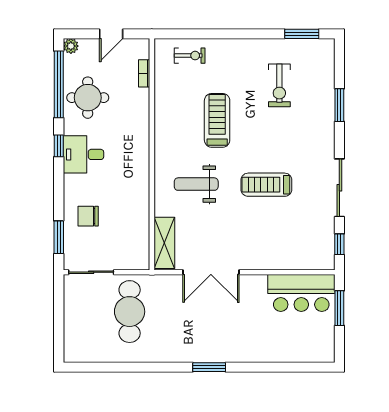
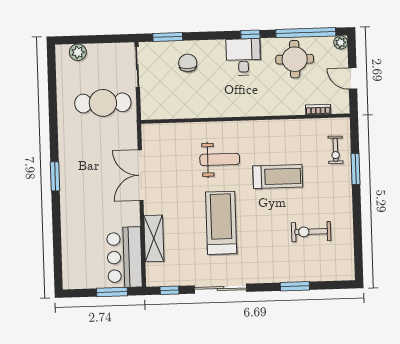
window: (302, 34) -> (356, 169), moved
weight bench: (196, 184) -> (220, 159), turned 90
treadmill: (266, 185) -> (221, 223), width x1.37, depth x1.38
shelving: (164, 243) -> (154, 238), moved, turned 90
plant: (73, 338) -> (78, 52), added

